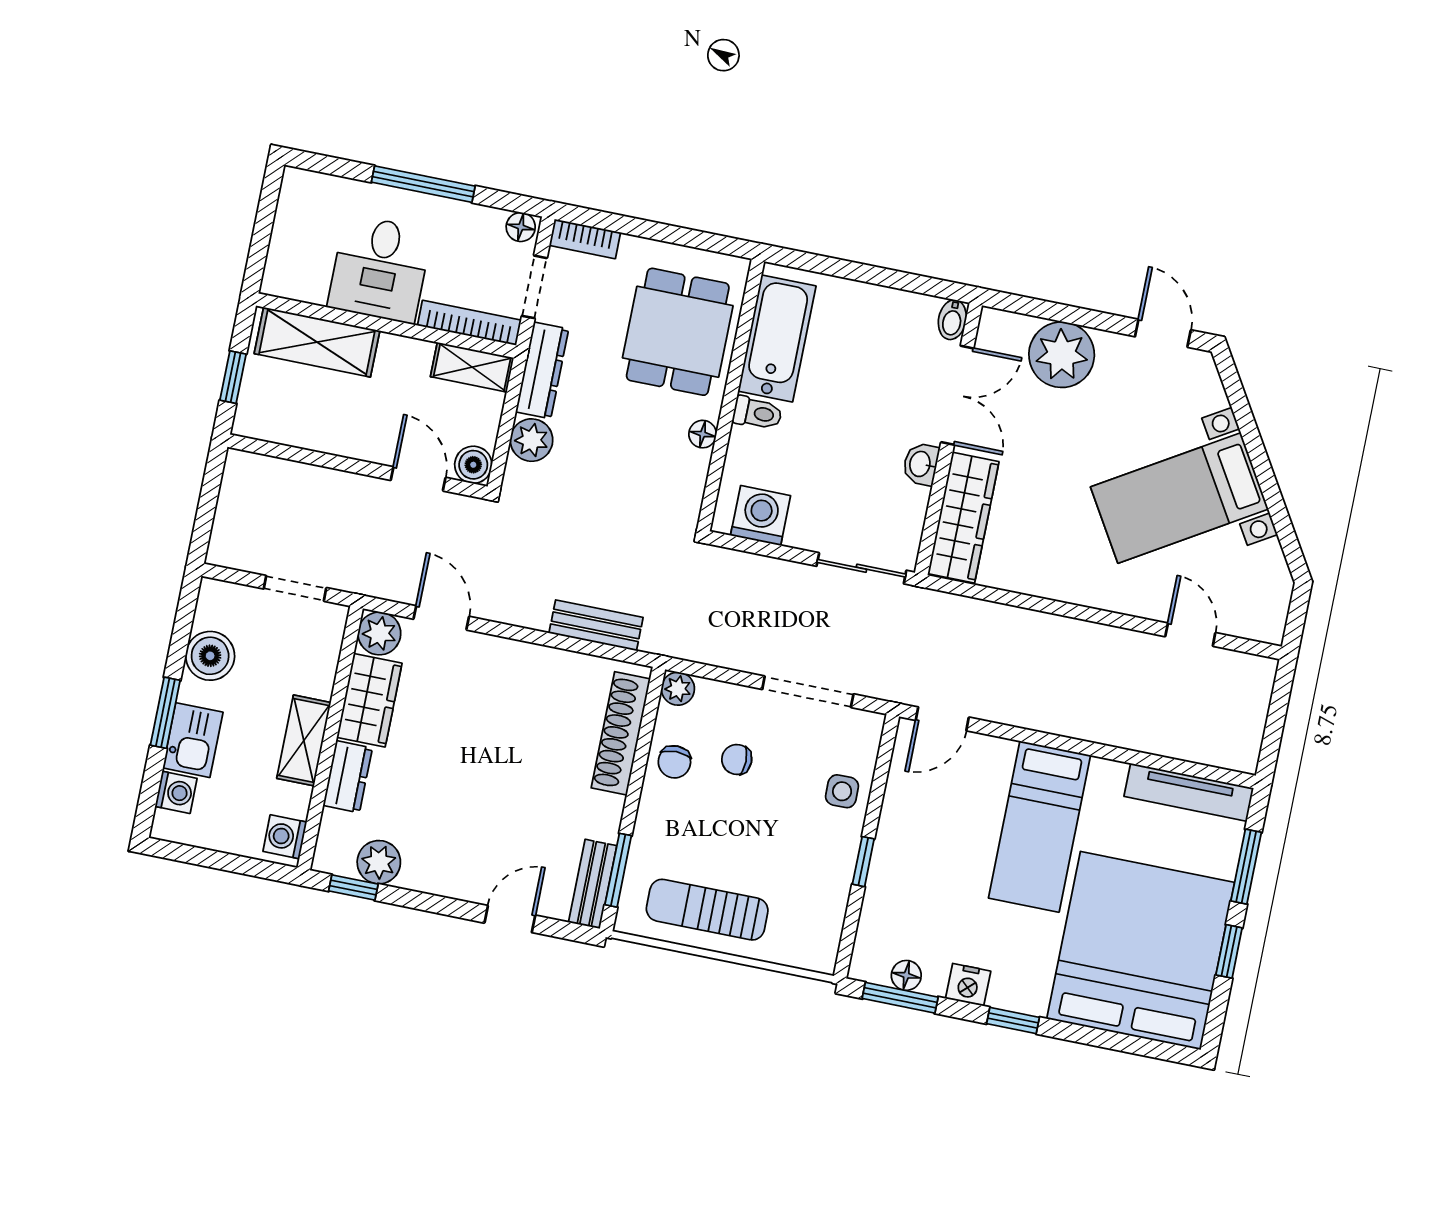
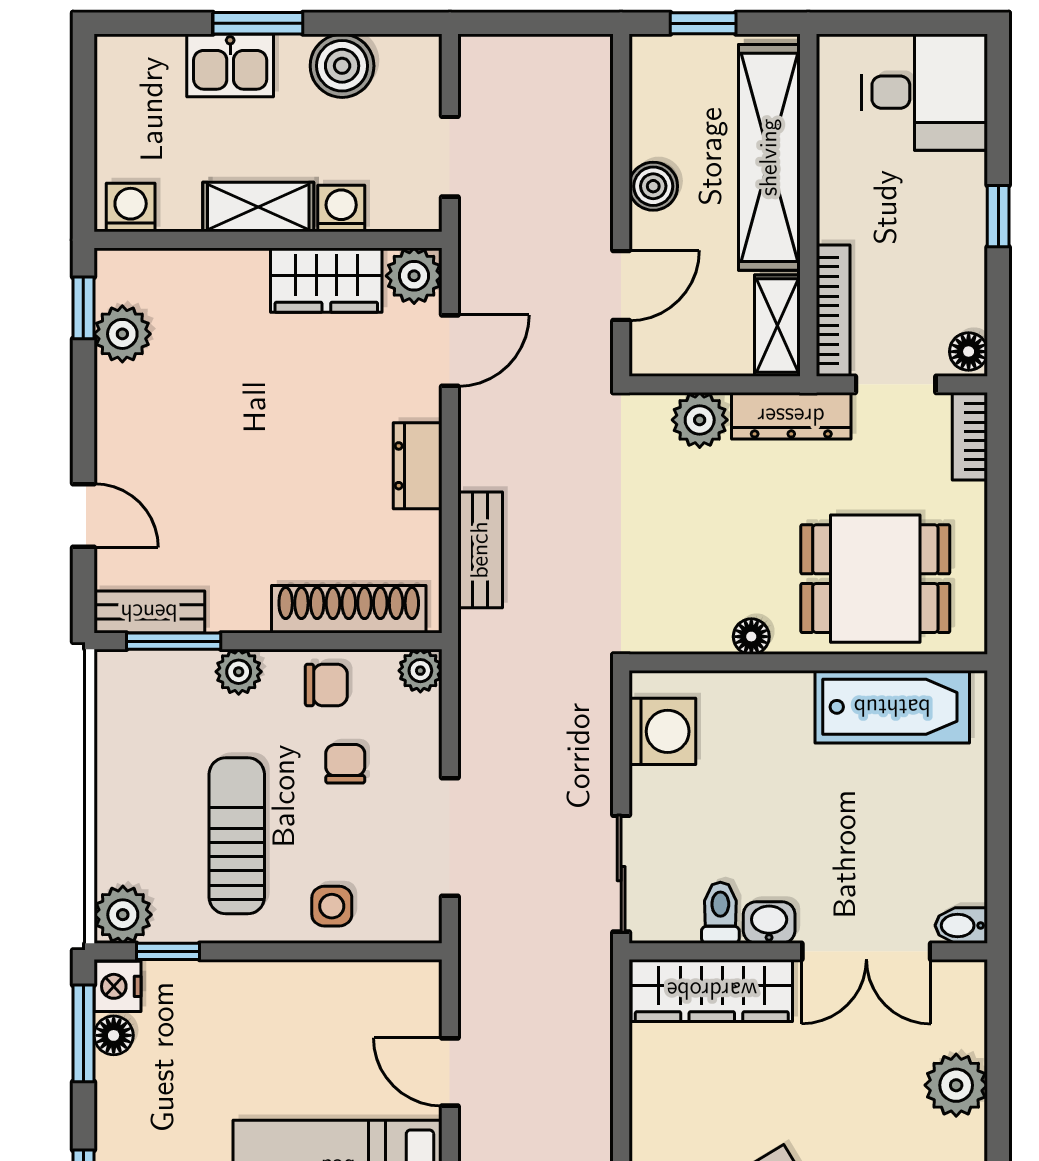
window: (423, 184) -> (998, 216), width x0.46
desk: (380, 269) -> (925, 92), moved, turned 180
shelving: (317, 342) -> (769, 157), width x1.47
plant: (1062, 355) -> (956, 1085), width x0.73, depth x0.73
toilet: (757, 413) -> (720, 913), moved, turned 180
boiler: (473, 465) -> (653, 186), moved
door: (942, 719) -> (450, 1072), moved
chair: (674, 762) -> (326, 685), turned 180
dresser: (348, 777) -> (418, 466), moved, turned 90
washing machine: (176, 792) -> (341, 208), moved, turned 180
plant: (651, 826) -> (239, 672), added
window: (863, 862) -> (168, 951), moved
sun lounger: (707, 910) -> (237, 836), moved
plant: (817, 950) -> (123, 915), added
nightstand: (968, 985) -> (118, 986), moved

